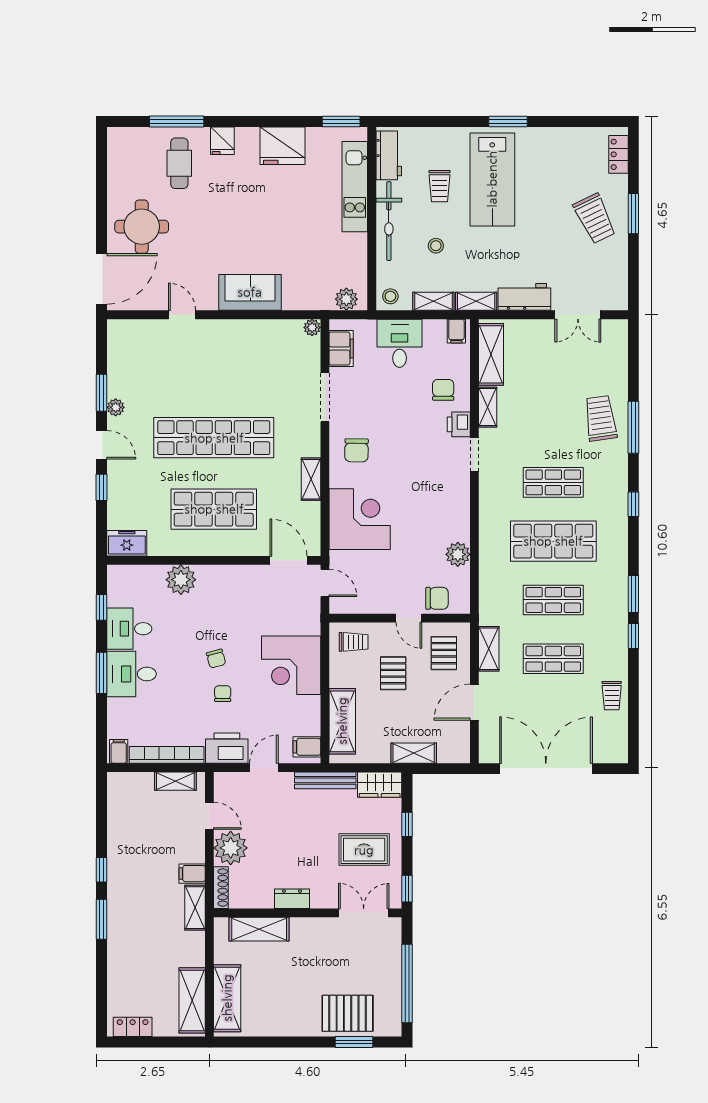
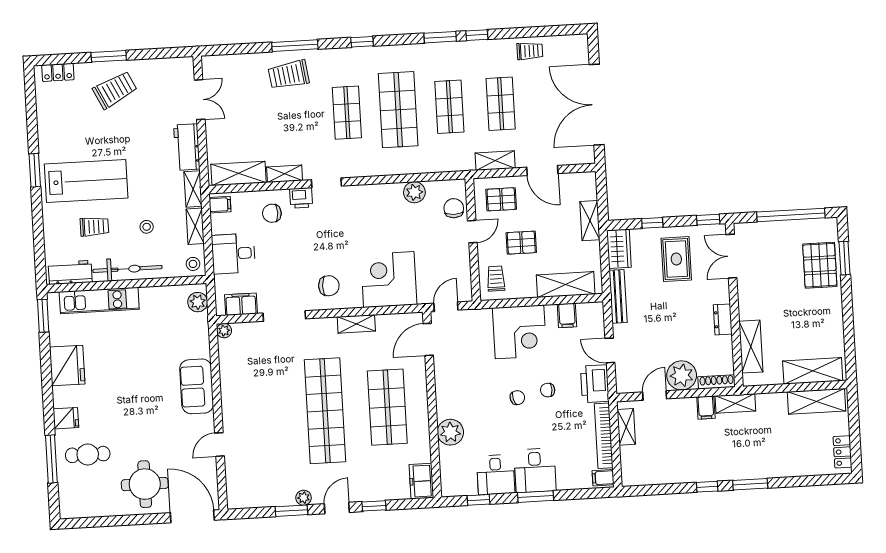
filing cabinet: (307, 747) -> (567, 315), moved

